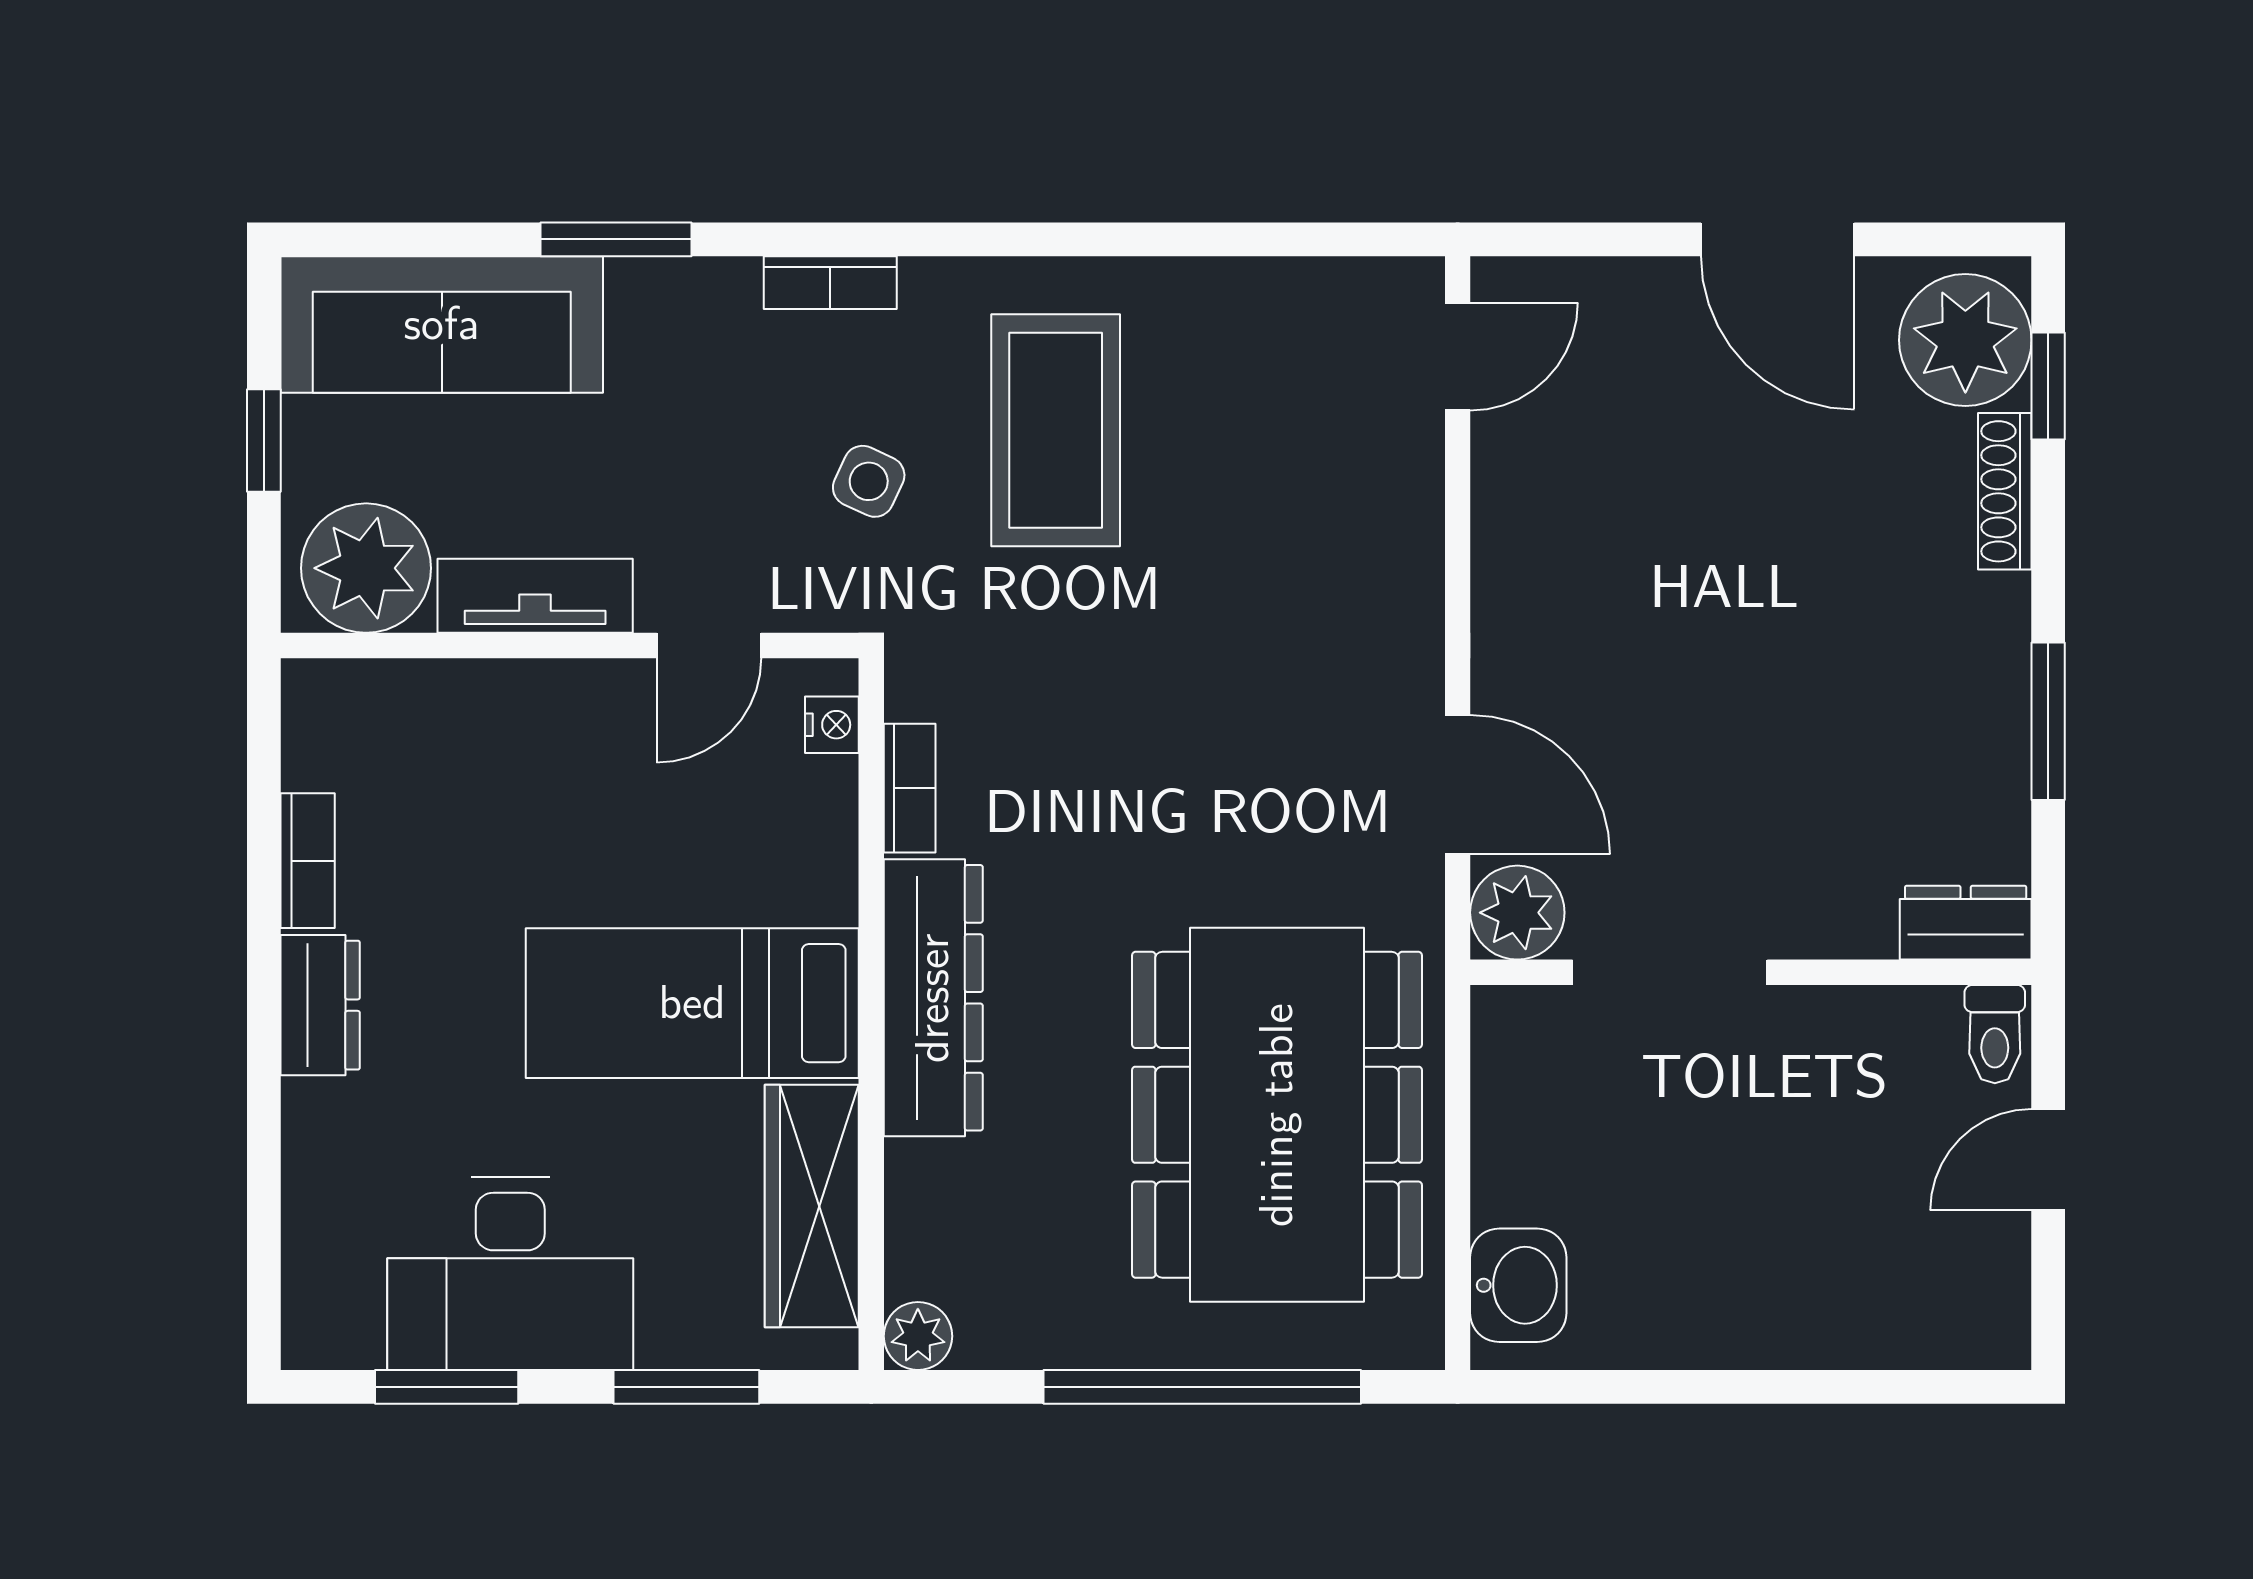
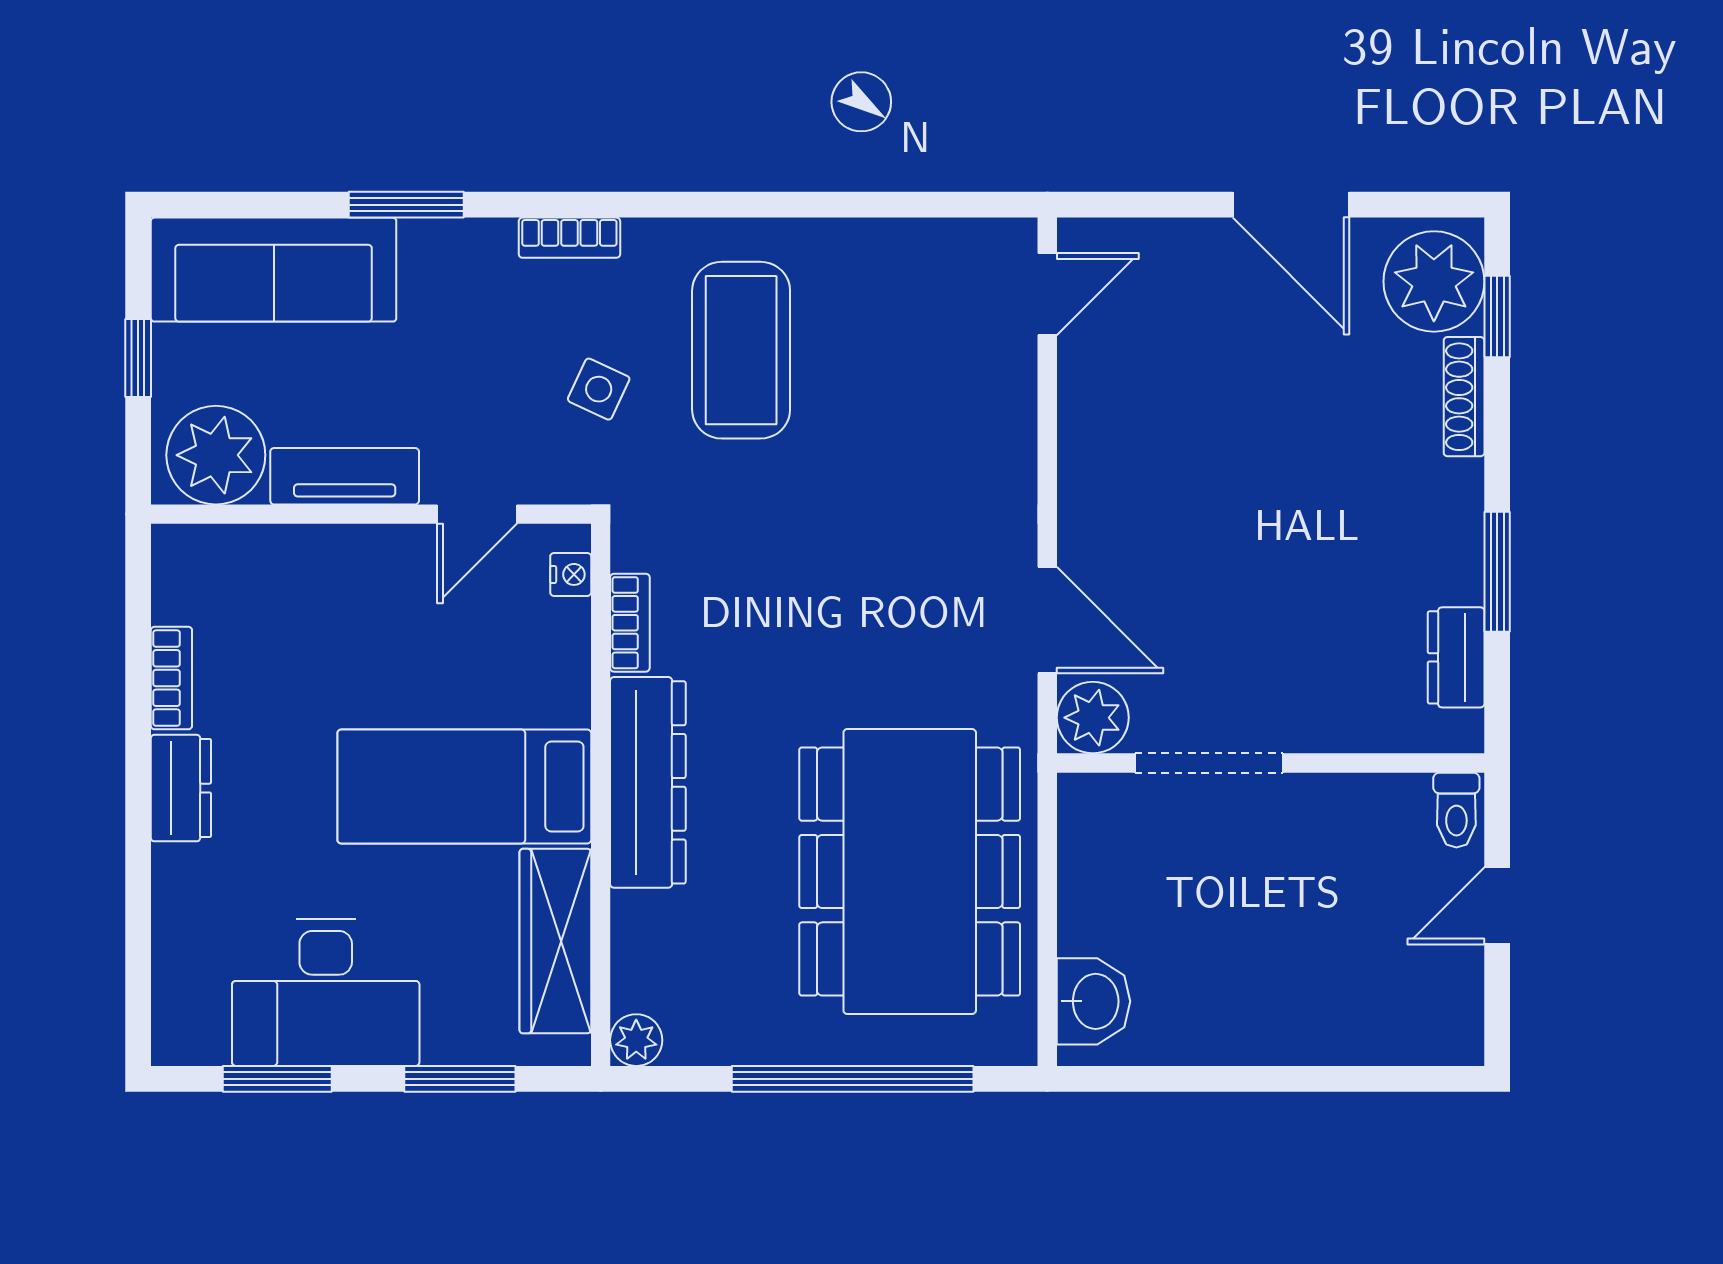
dresser: (1966, 923) -> (1456, 657), moved, turned -90

